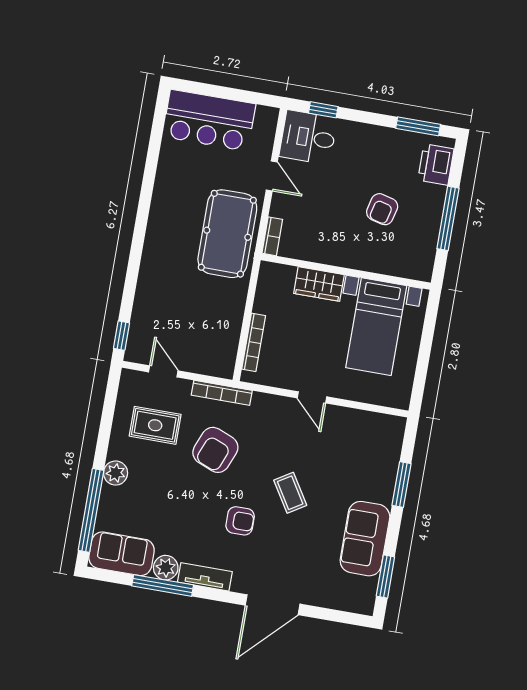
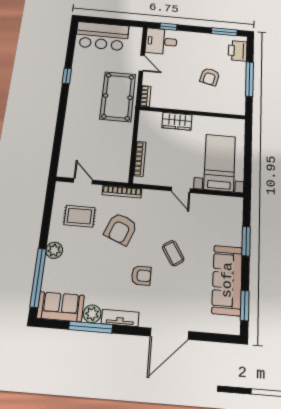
bed with nightstands: (376, 327) -> (220, 163), moved, turned 180
window: (121, 336) -> (67, 76), moved
sofa: (365, 539) -> (227, 280), width x1.36

